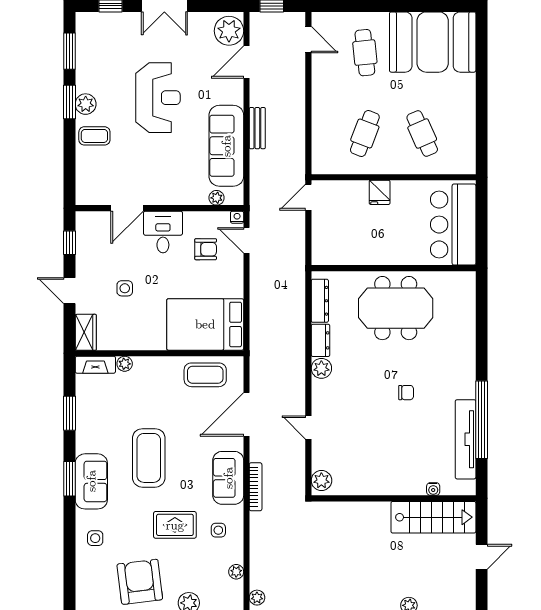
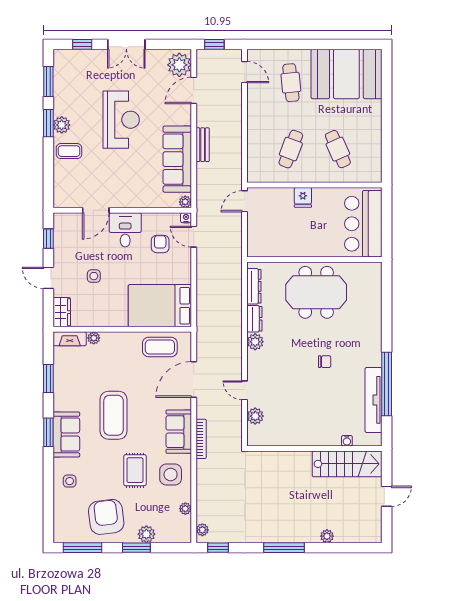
plant: (217, 198) -> (185, 202), moved
armchair: (206, 249) -> (160, 244), turned -90
plant: (321, 481) -> (255, 416), moved
rug: (175, 525) -> (135, 470), turned 90
side table: (218, 530) -> (171, 475), width x1.87, depth x1.87

